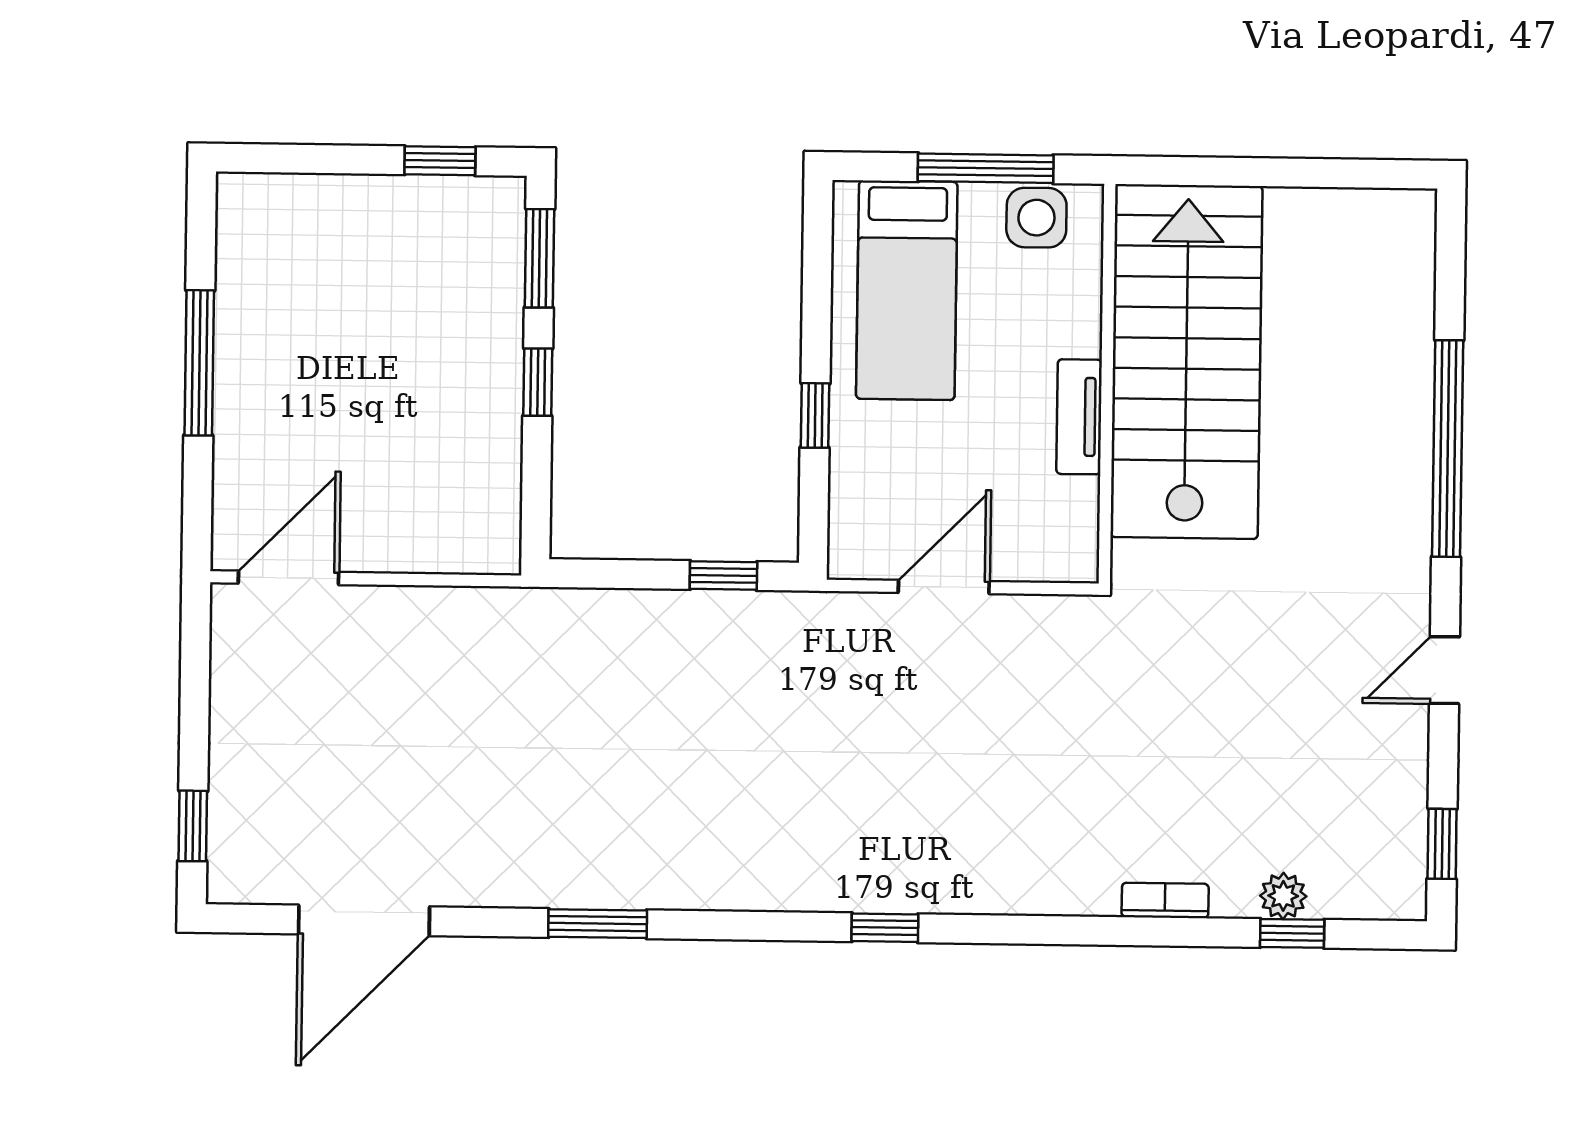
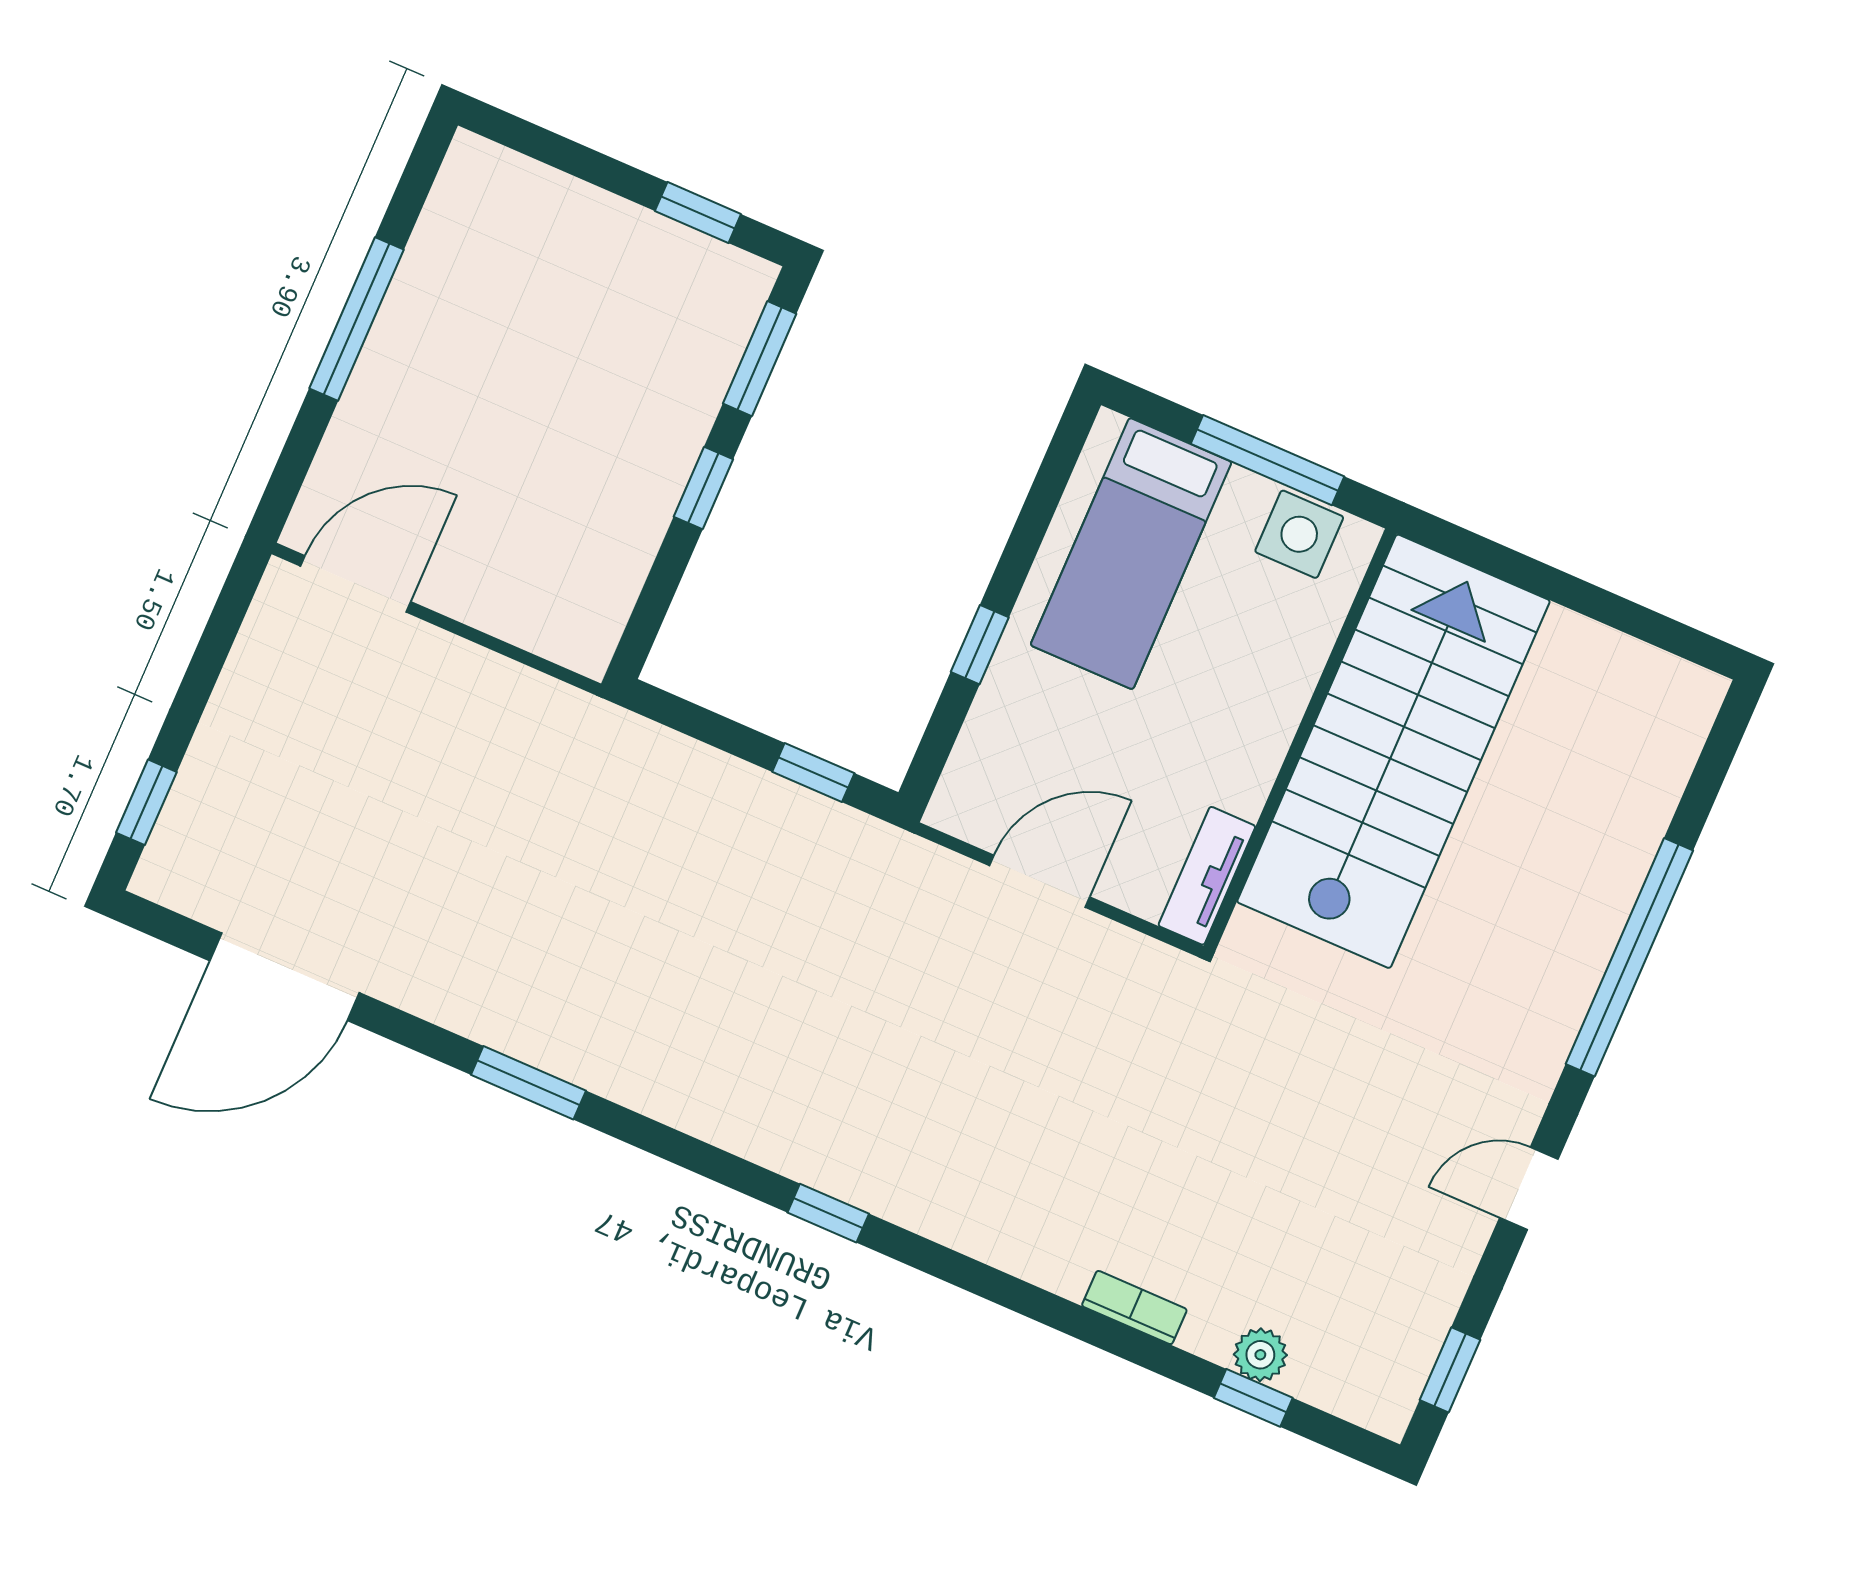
tv unit: (1079, 417) -> (1207, 876), moved

